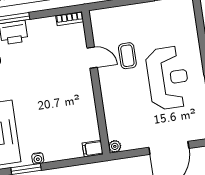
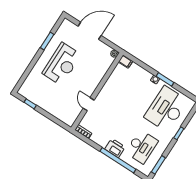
coffee table: (127, 56) -> (71, 91), removed
reception desk: (168, 78) -> (62, 64), turned 180

